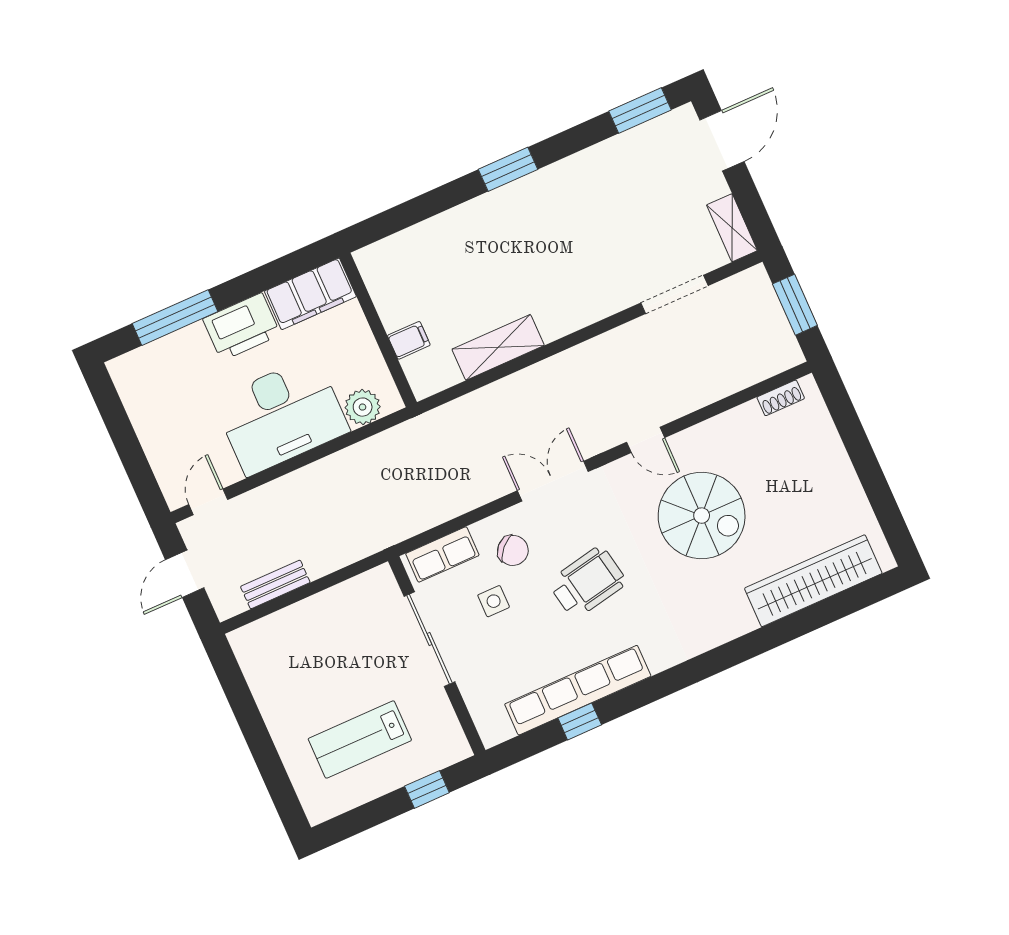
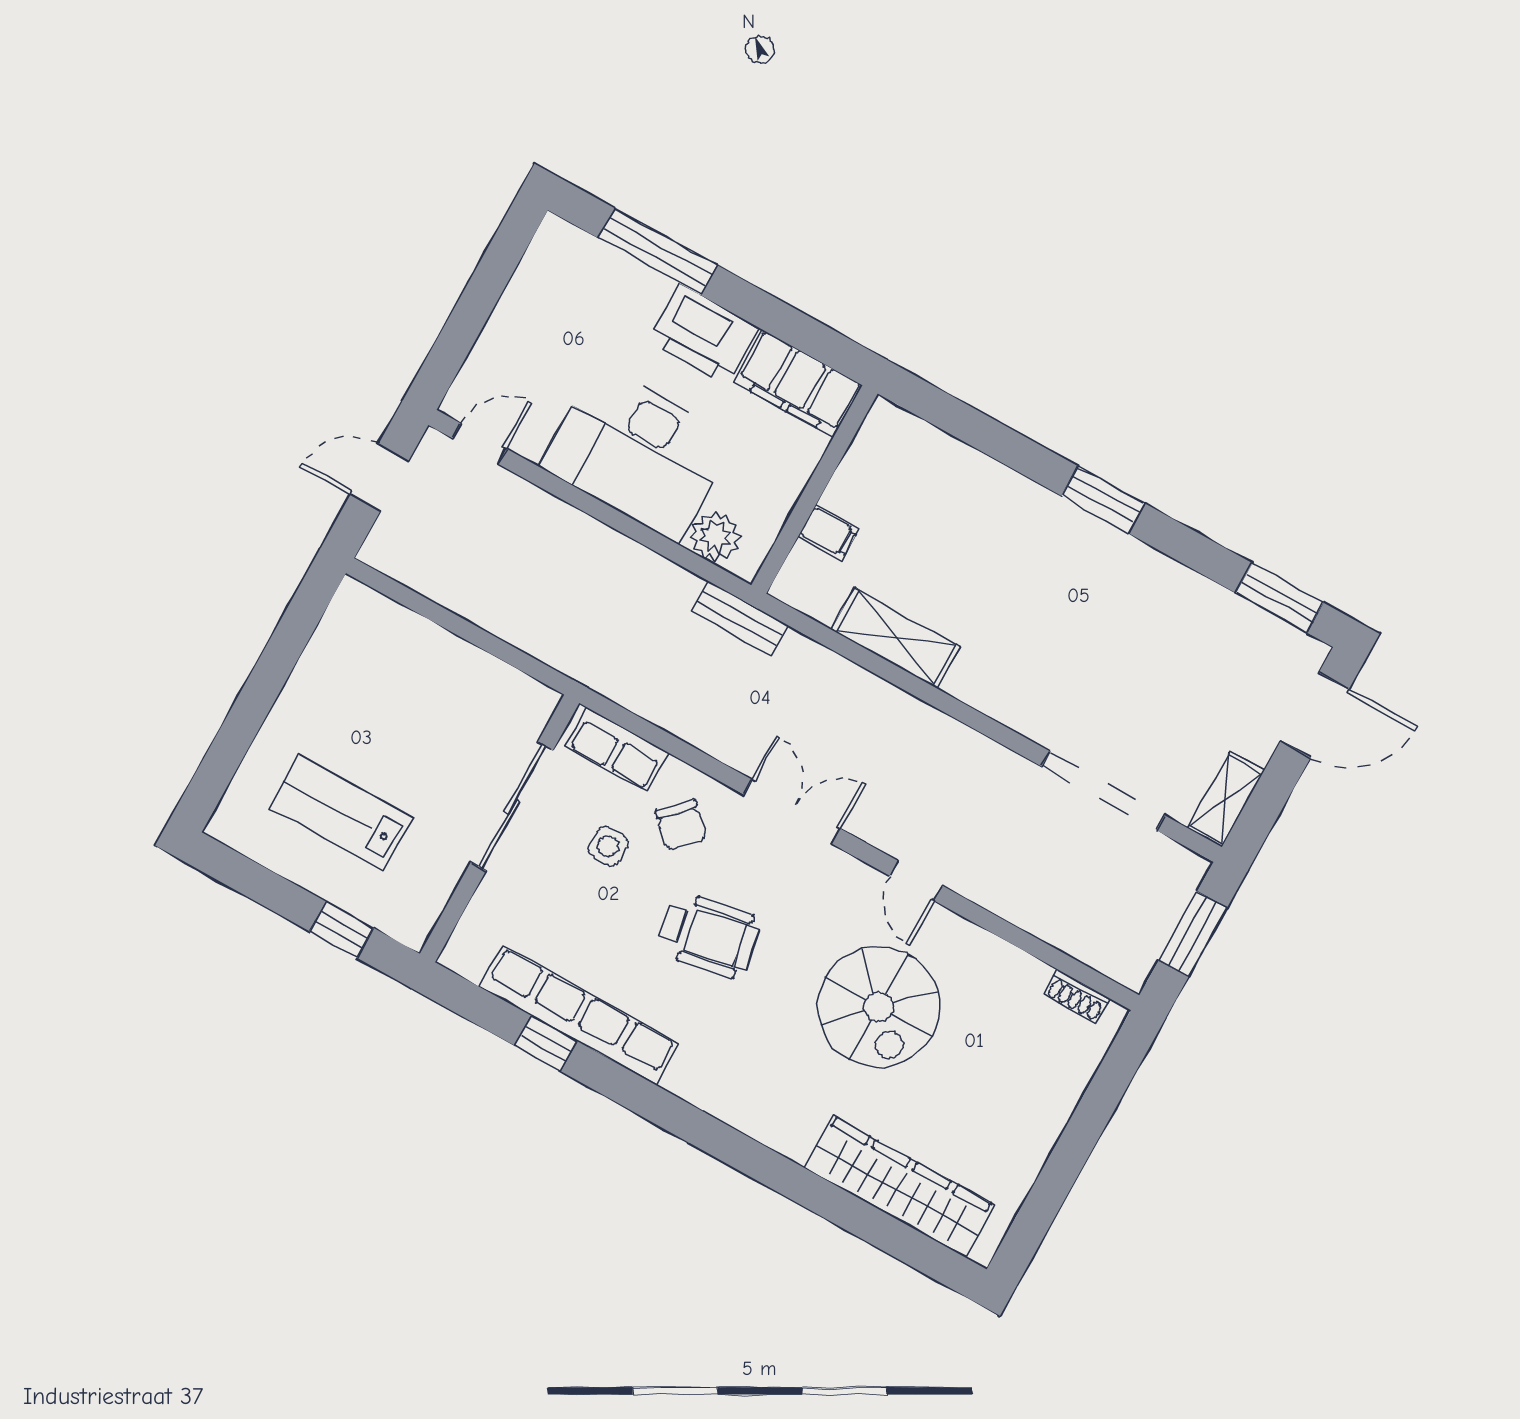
doorway: (674, 294) -> (1103, 791), width x1.36
bench: (275, 584) -> (740, 618), moved

